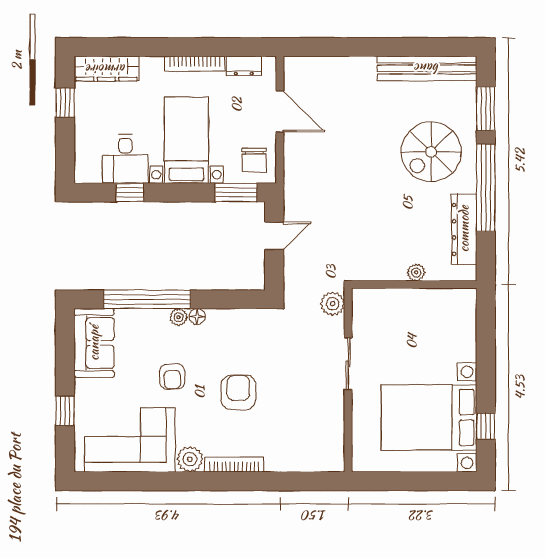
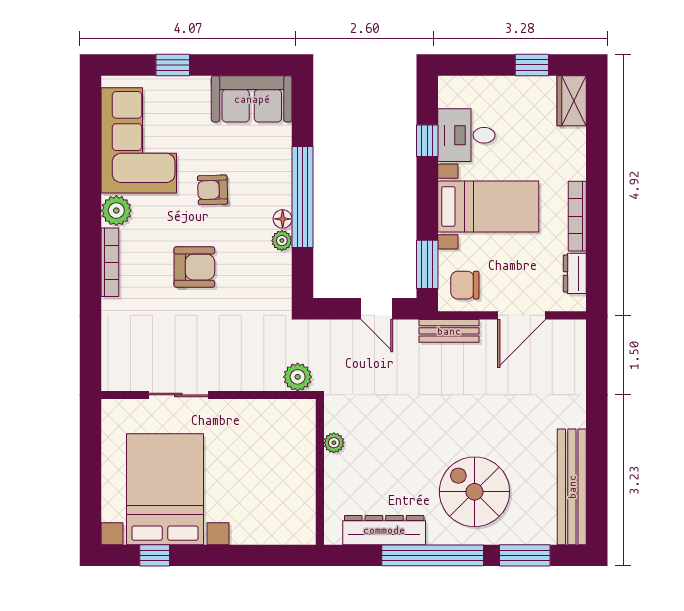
wardrobe: (106, 69) -> (572, 101), width x0.67
bench: (293, 174) -> (449, 331), added
plant: (416, 272) -> (334, 443), moved
window: (147, 299) -> (303, 197), moved
plant: (179, 317) -> (282, 241), moved
sliding door: (348, 364) -> (178, 395), moved

